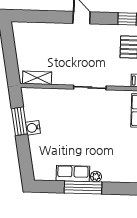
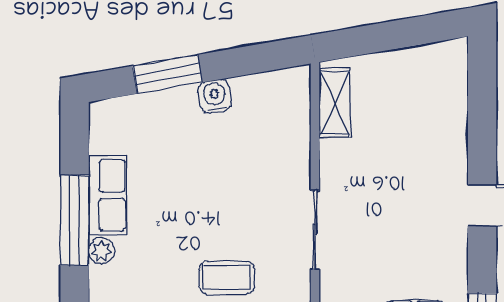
window: (19, 121) -> (168, 74), moved
coffee table: (109, 125) -> (227, 278), added

